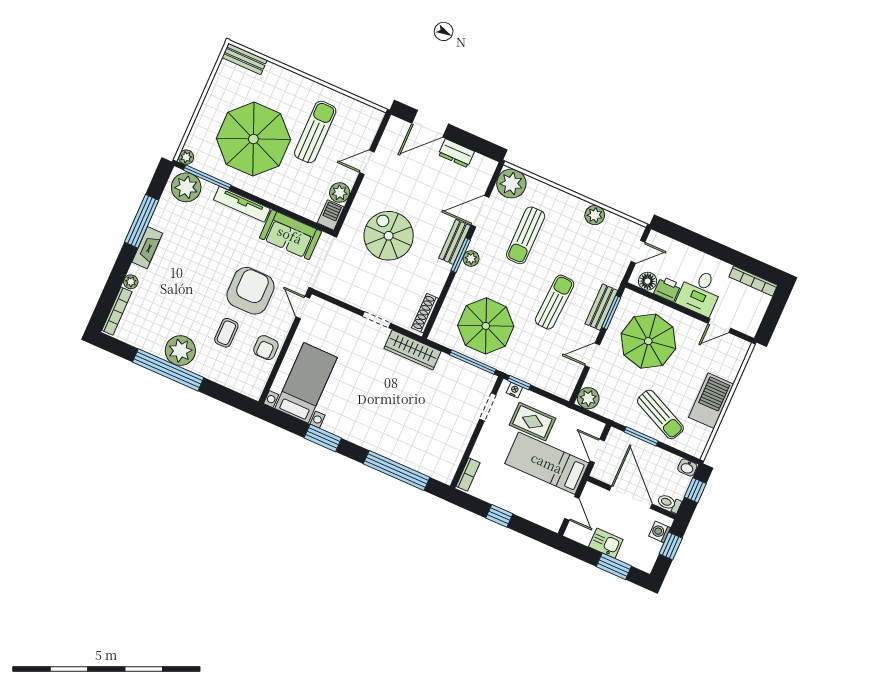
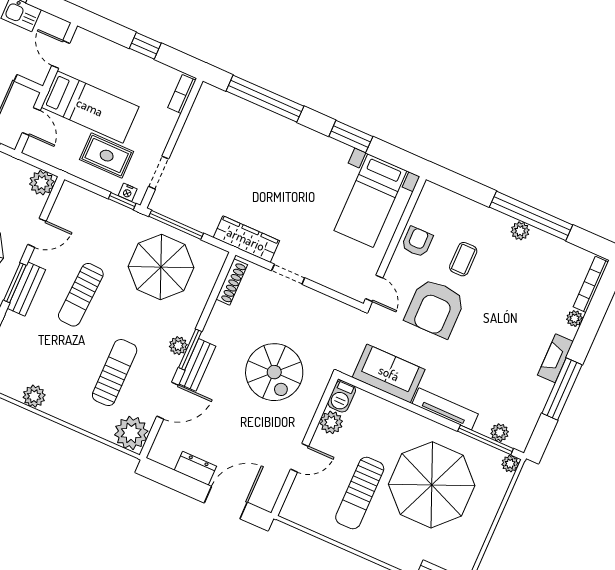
plant: (186, 187) -> (500, 433), width x0.53, depth x0.53
plant: (180, 351) -> (520, 231), width x0.53, depth x0.53

